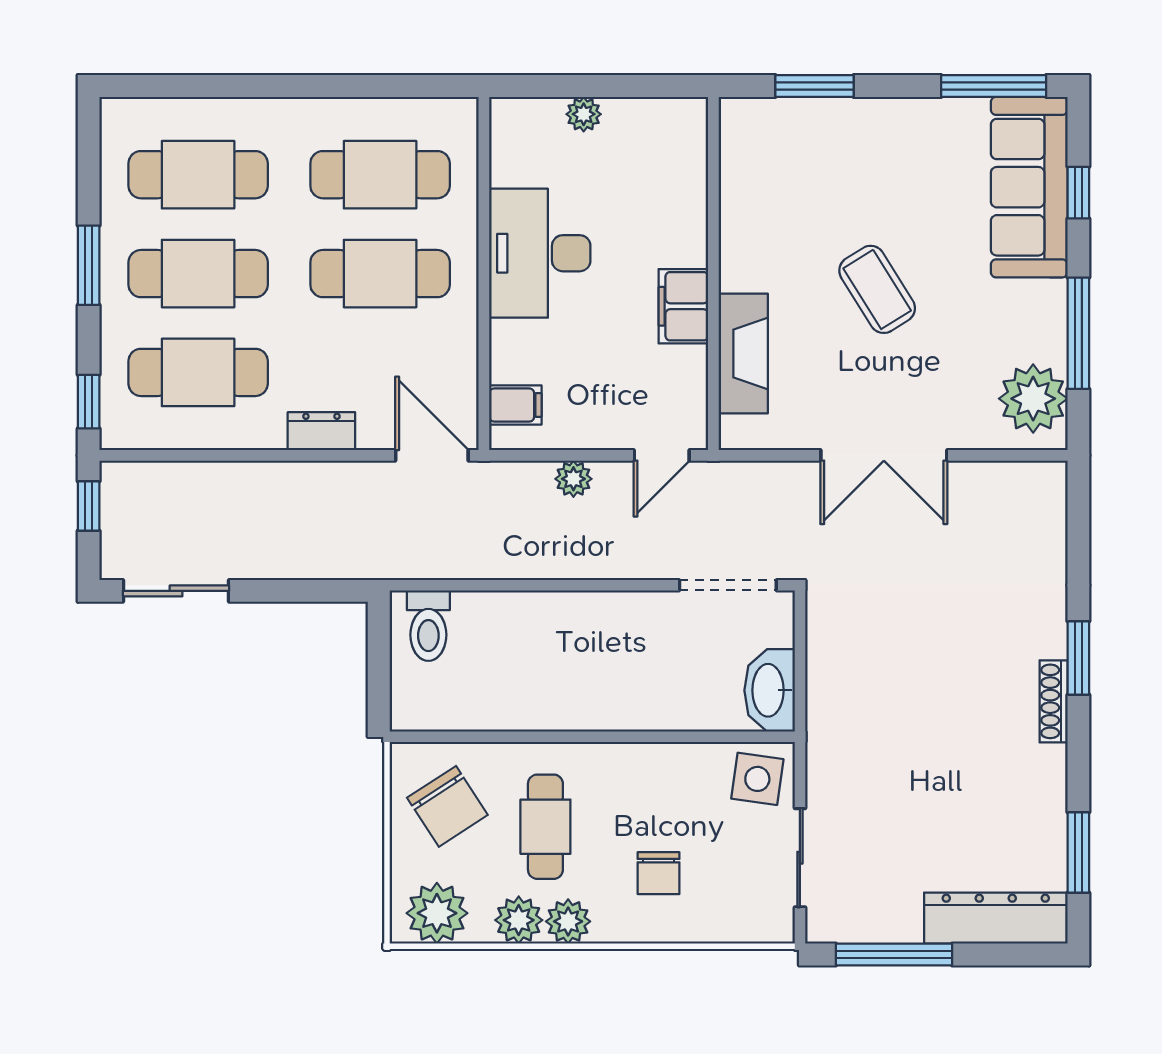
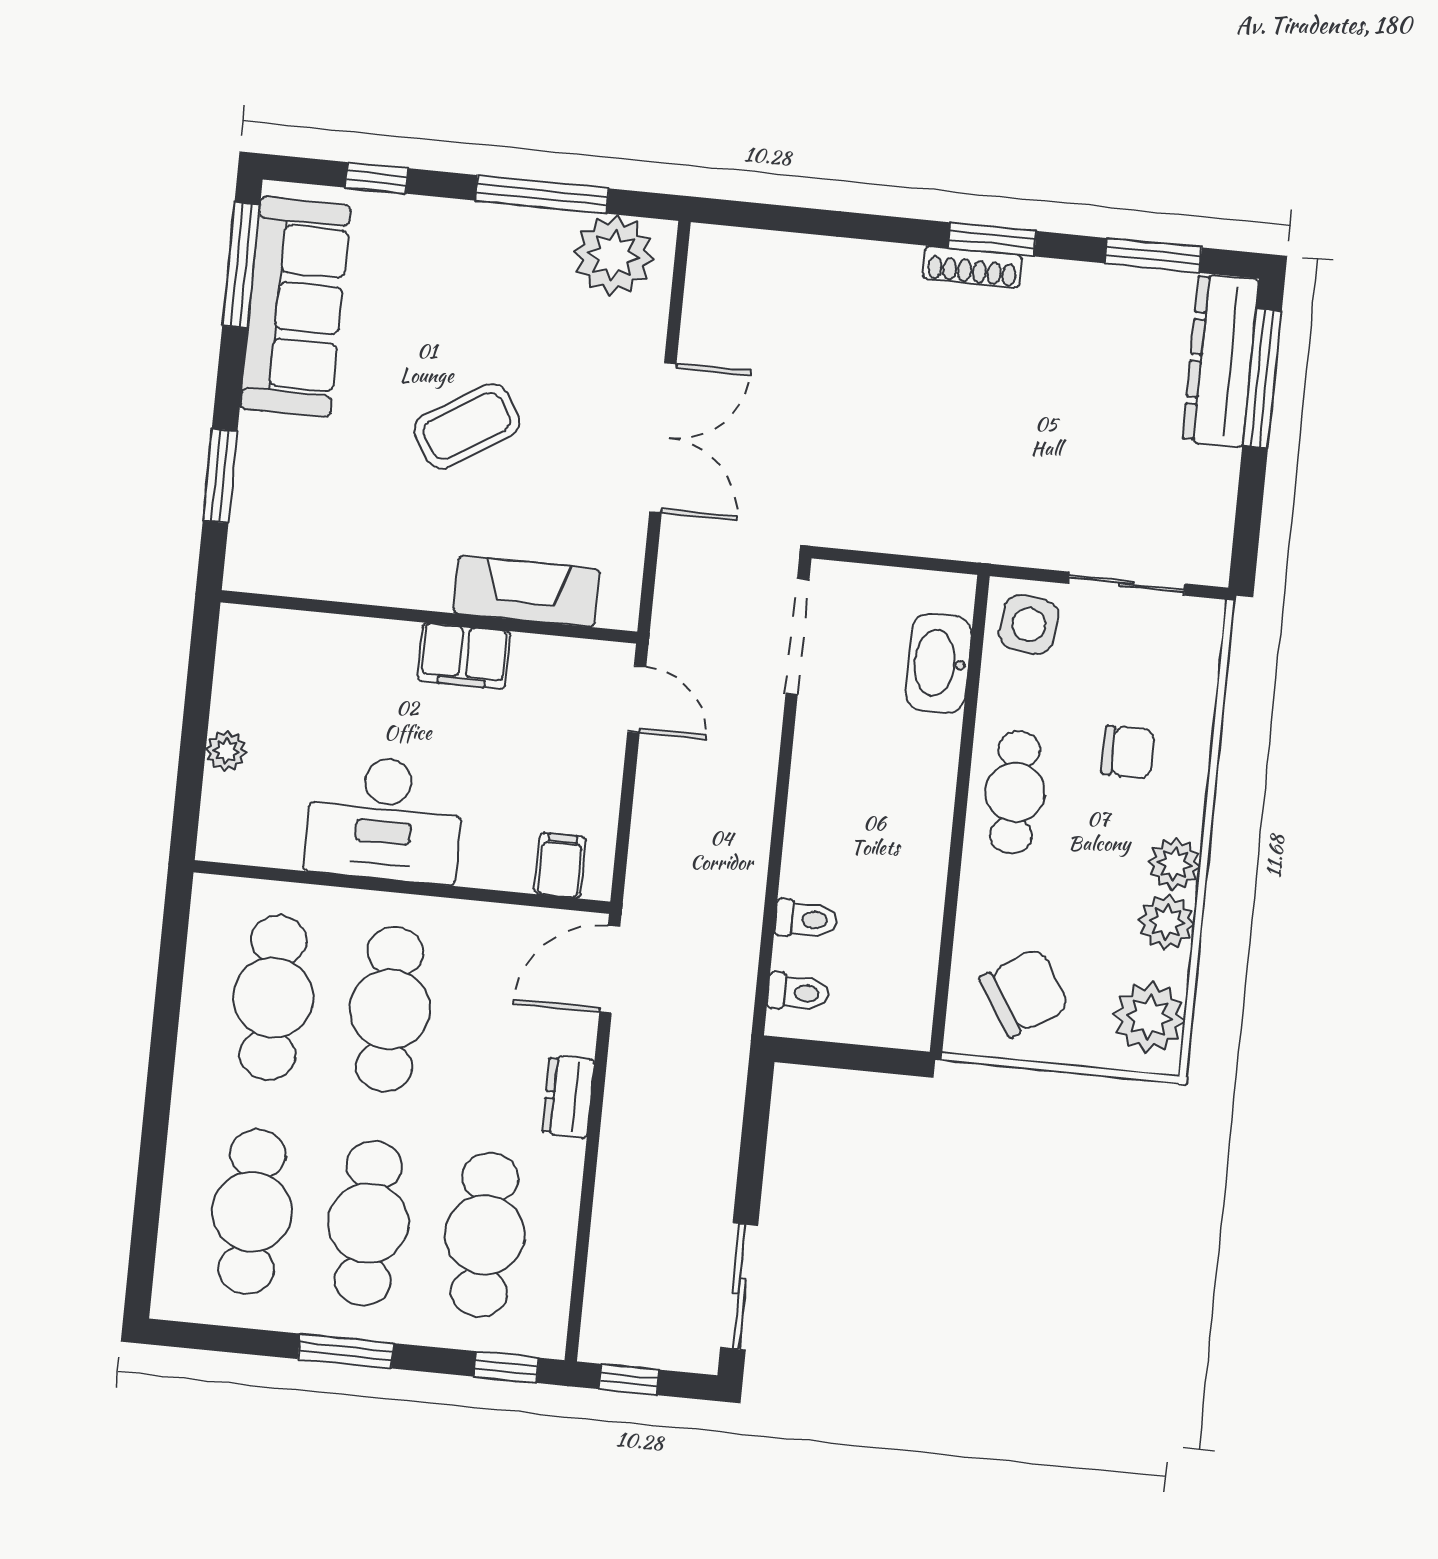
sofa: (1029, 187) -> (295, 307), moved, turned -90
plant: (573, 479) -> (654, 806), removed
toilet: (491, 616) -> (806, 919), added
toilet: (428, 626) -> (798, 992), width x0.73, depth x0.72
window: (1078, 658) -> (992, 239), moved
washbasin: (770, 690) -> (939, 663), moved, turned 90
cafe table: (545, 827) -> (1015, 792), moved, turned 90
window: (894, 955) -> (1262, 378), moved

